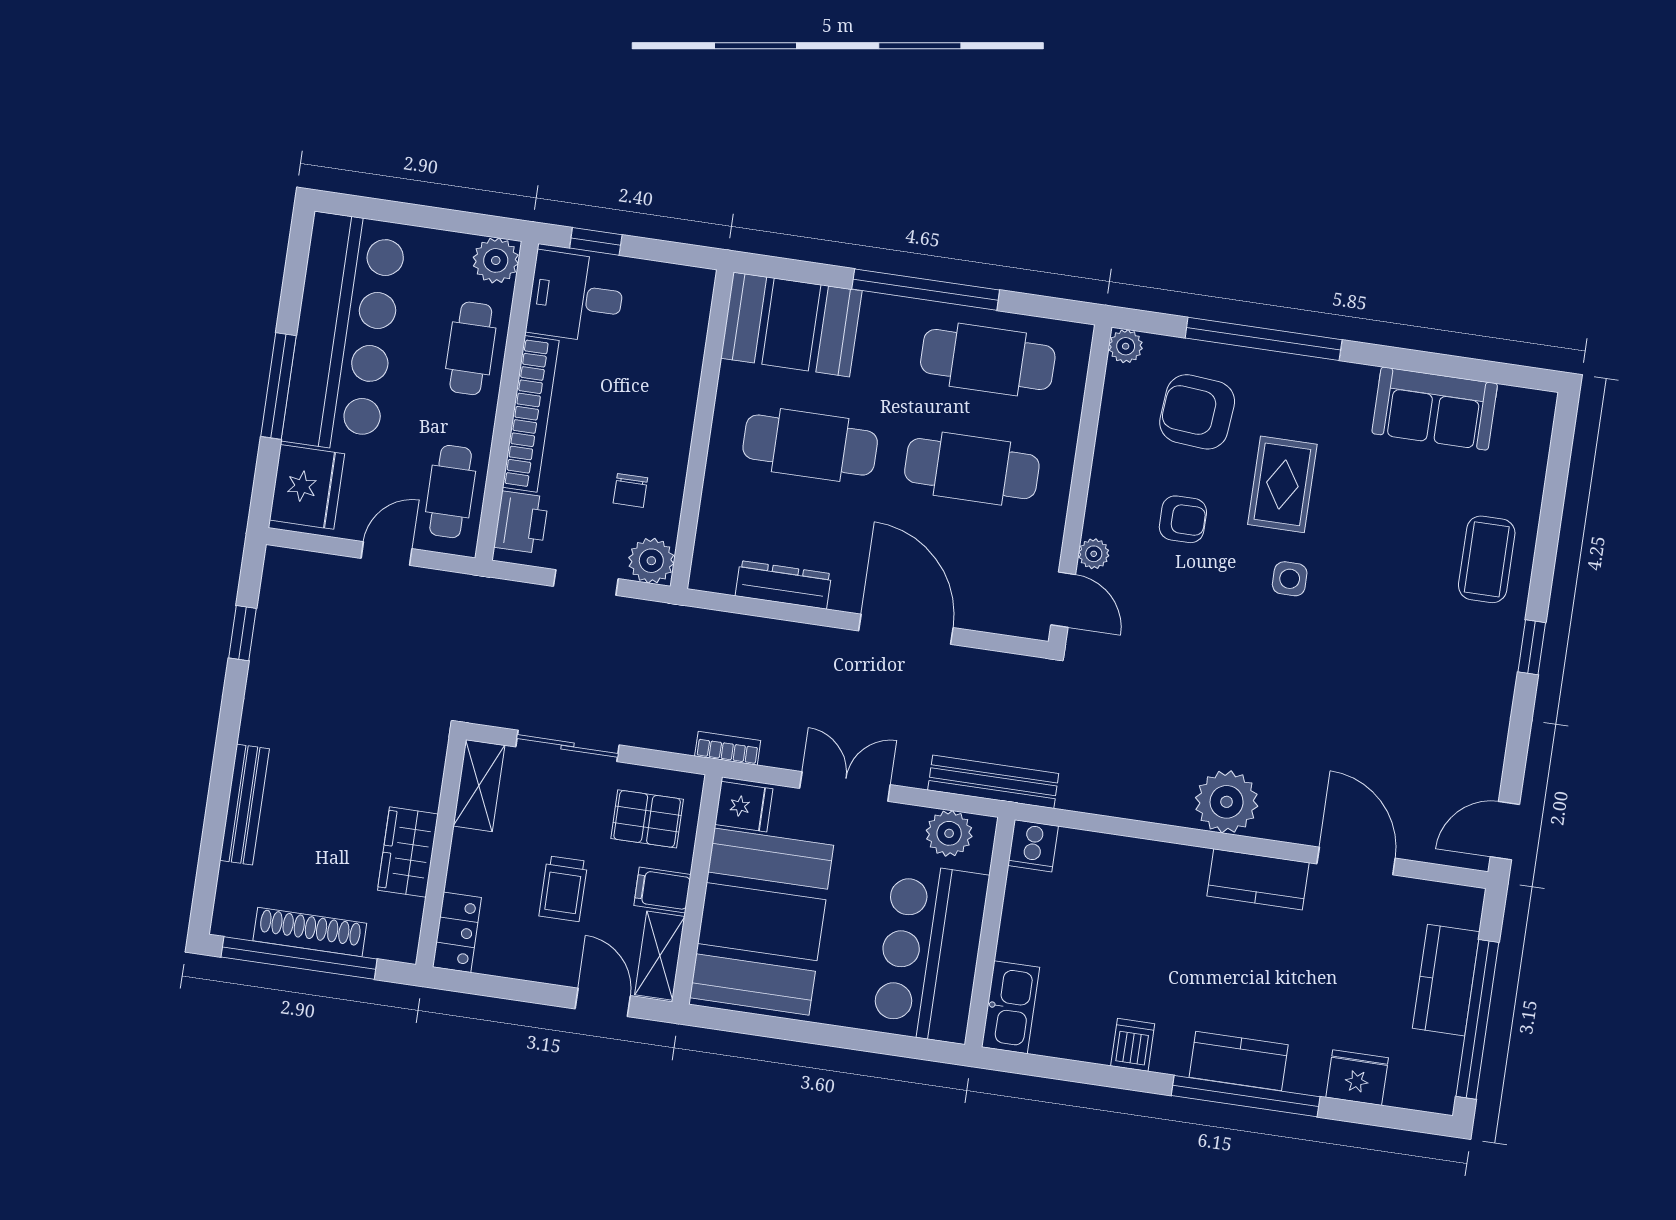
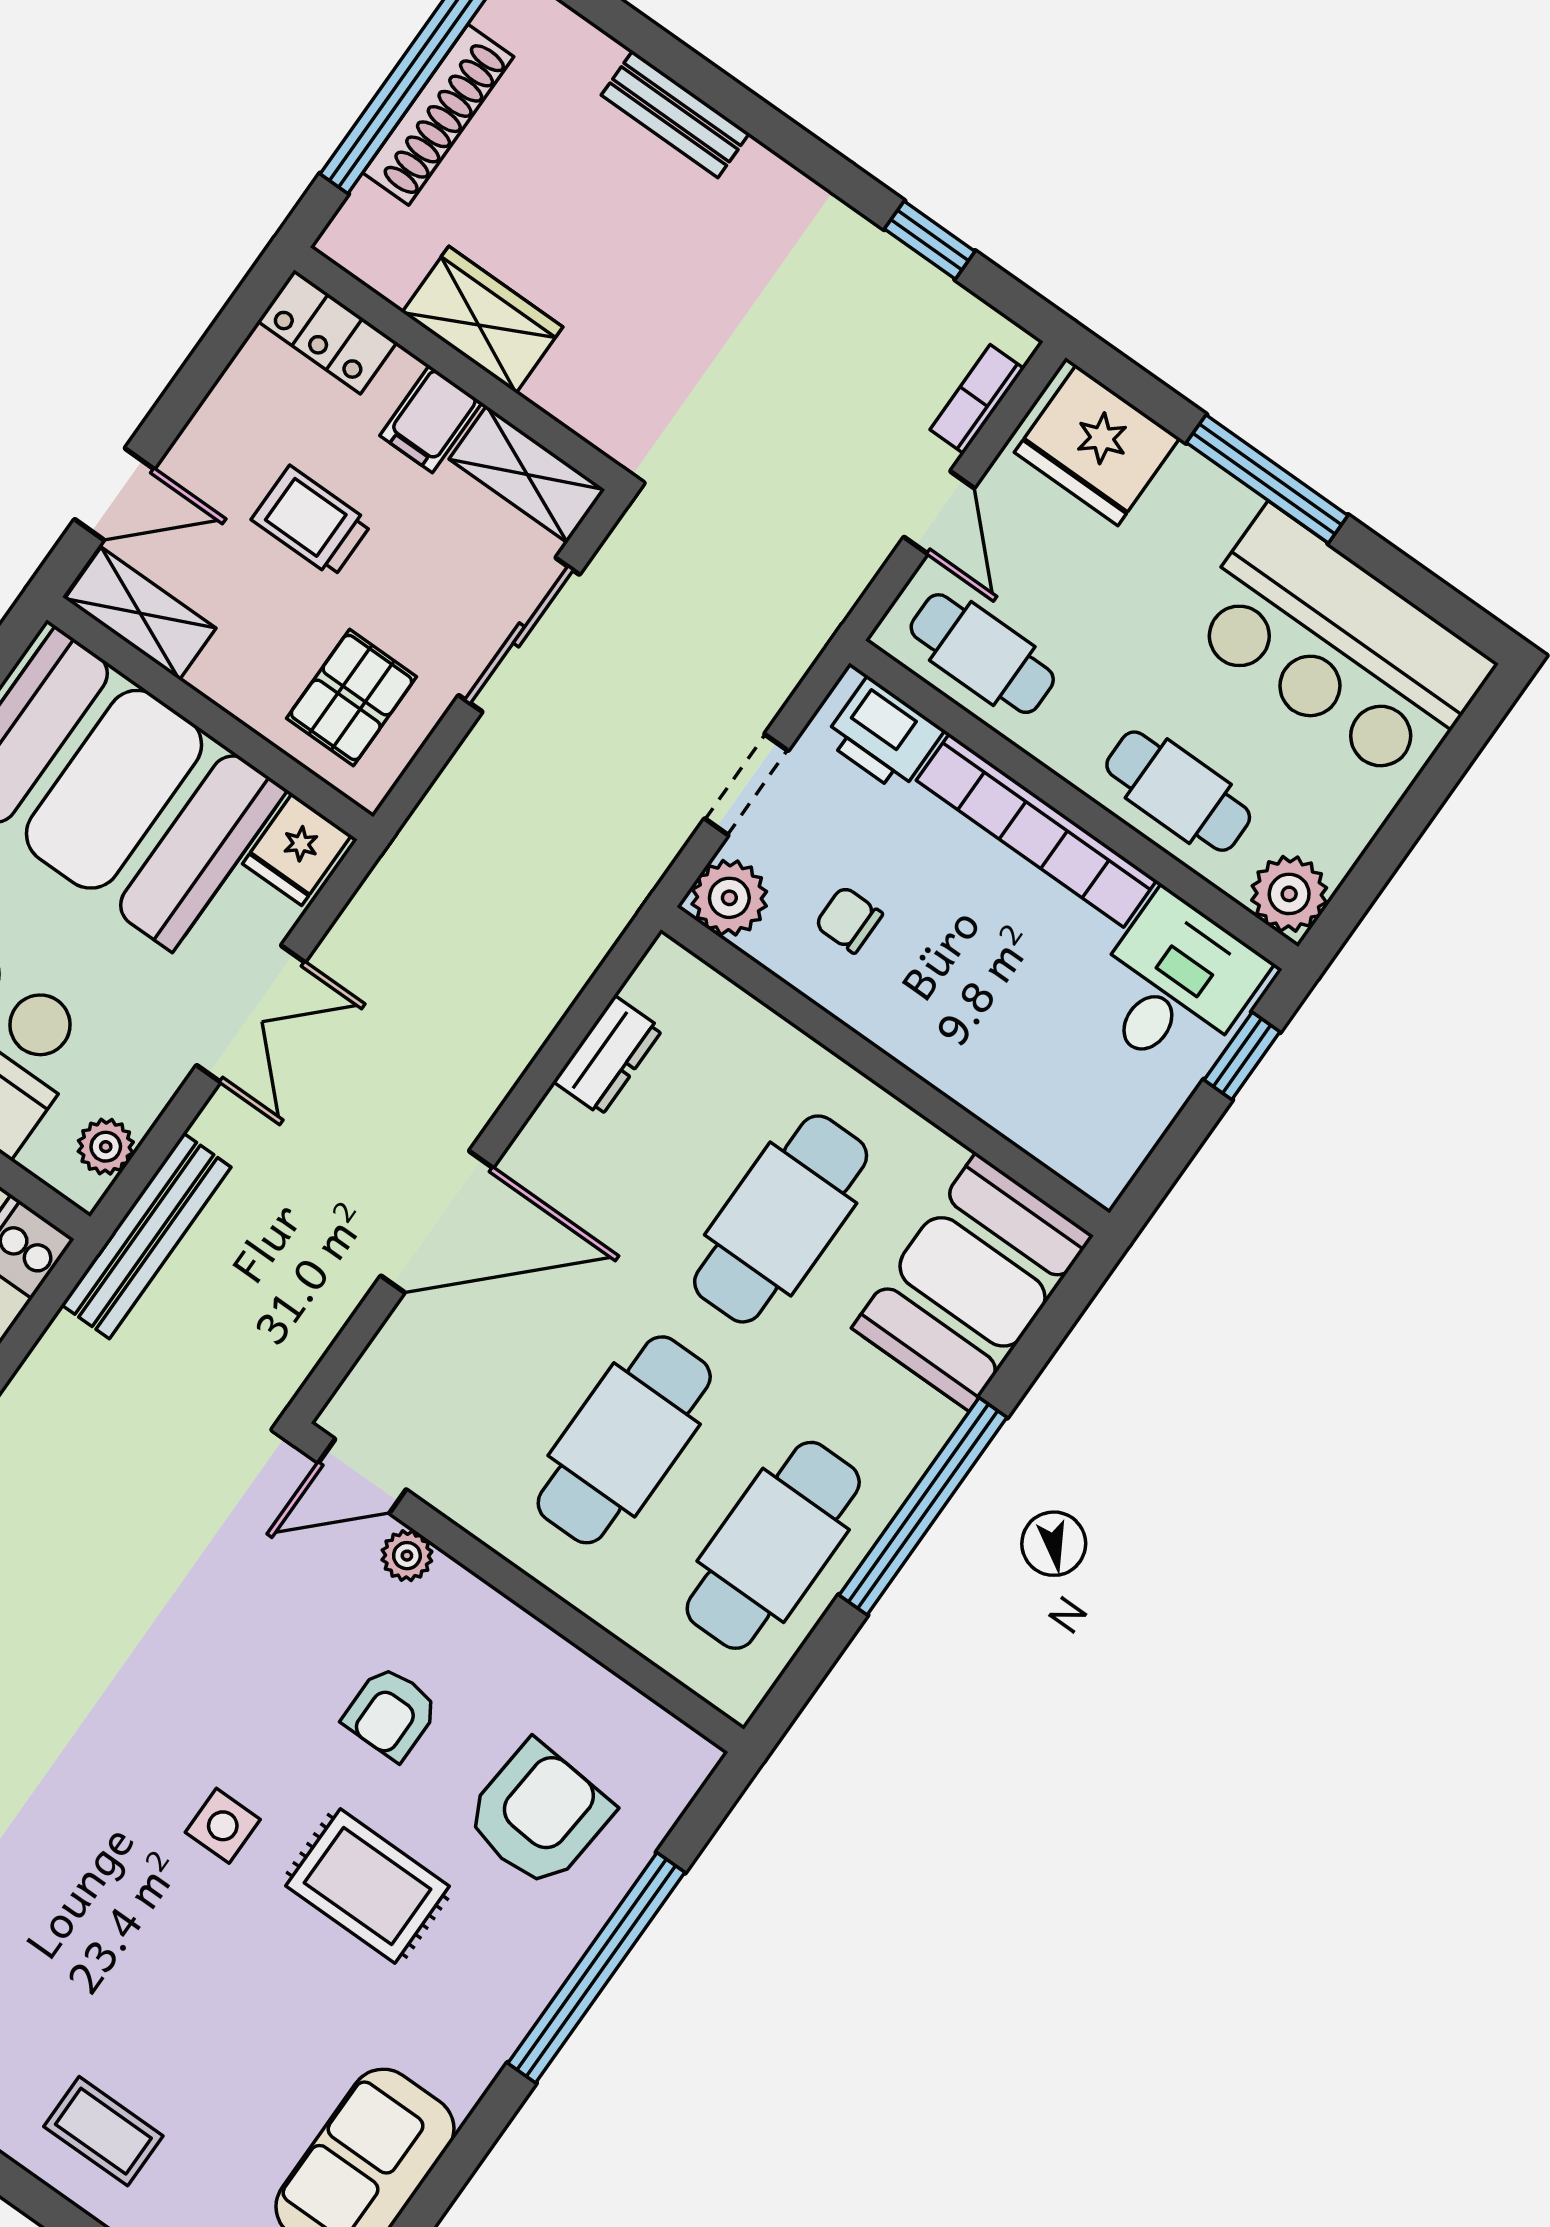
bar counter: (345, 333) -> (1338, 646), width x0.73
plant: (1126, 346) -> (689, 1759), removed
coffee table: (1487, 559) -> (103, 2131), width x0.73, depth x0.77
dresser: (783, 585) -> (608, 1055), width x0.70
bookcase: (728, 748) -> (977, 399), moved, turned 180
bench: (244, 805) -> (675, 114), width x0.73
plant: (949, 833) -> (106, 1147), width x0.73, depth x0.73
filing cabinet: (662, 890) -> (431, 419), moved, turned 180

